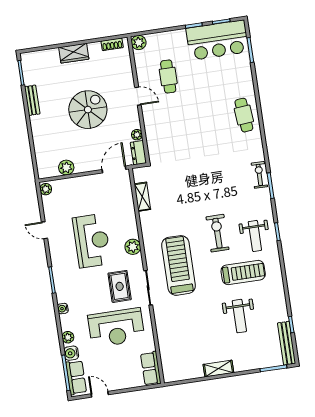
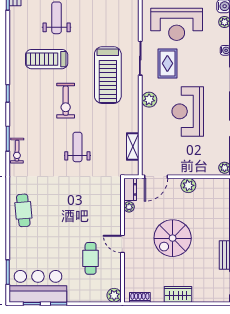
plant: (66, 168) -> (188, 185), moved
weight bench: (255, 236) -> (77, 147), moved
reception desk: (116, 328) -> (177, 24), turned 180

